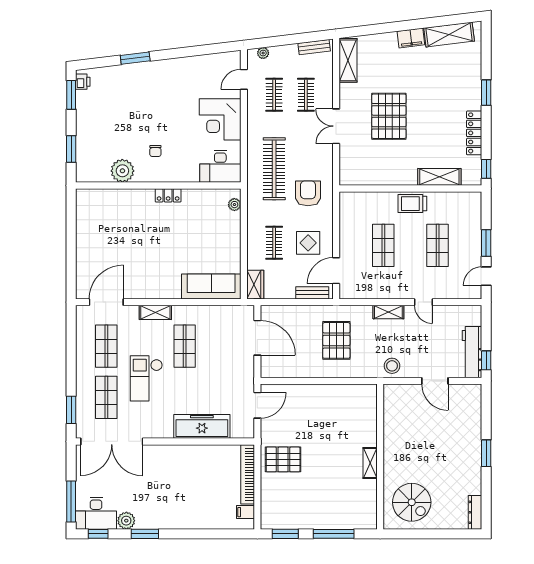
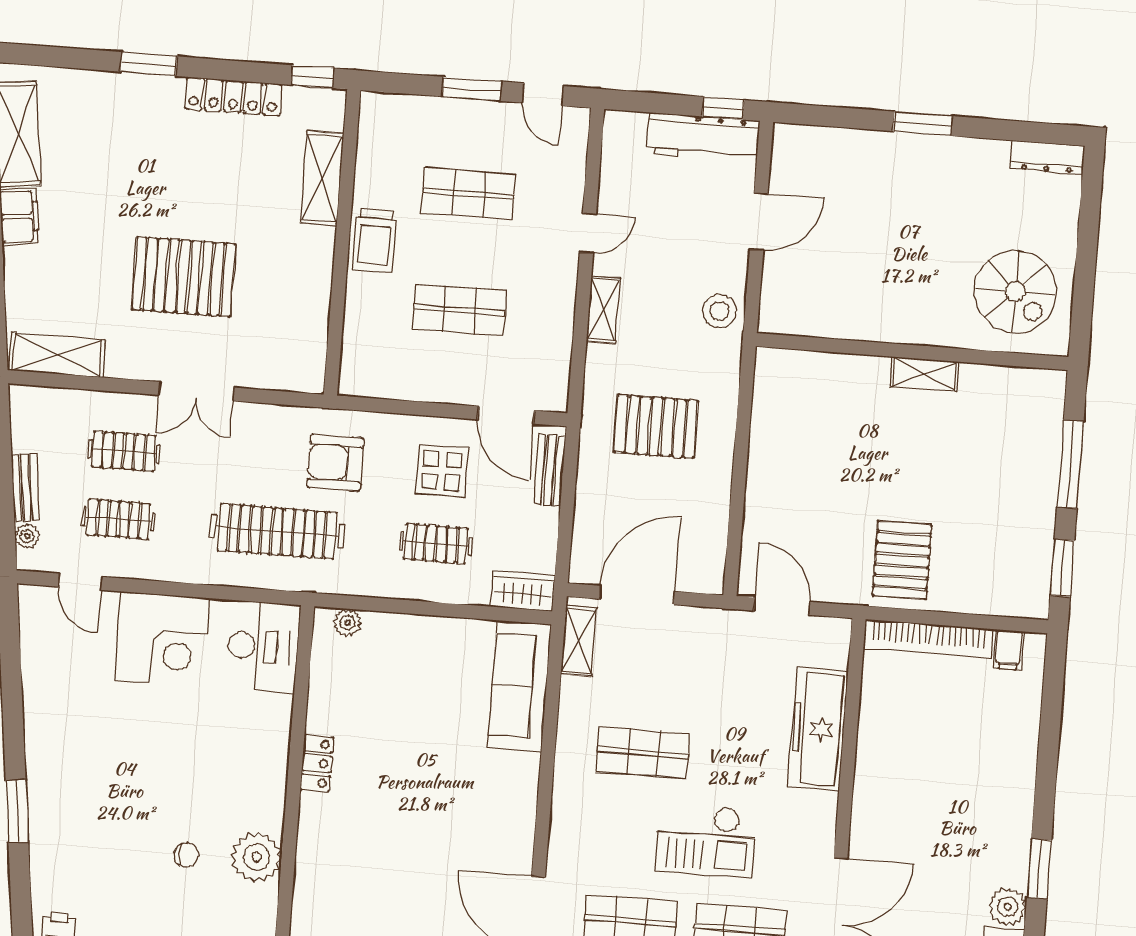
bench: (314, 47) -> (25, 488), moved
chair: (155, 151) -> (186, 855), moved
shelving: (155, 312) -> (579, 641), moved
spiral stairs: (412, 502) -> (1015, 291), turned 90

